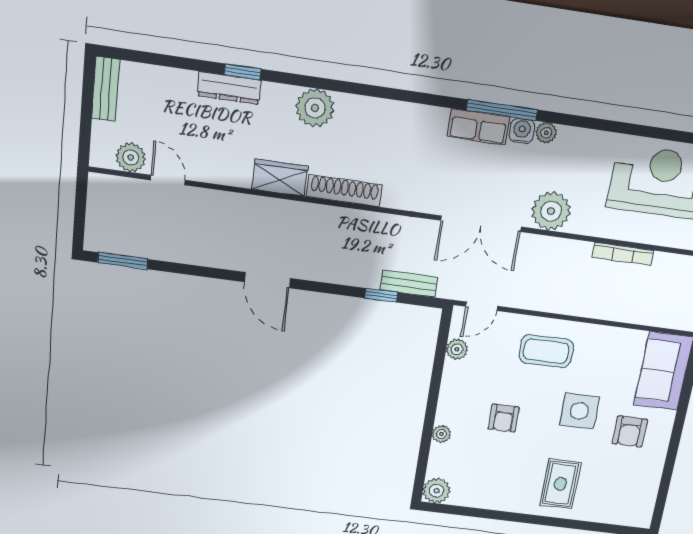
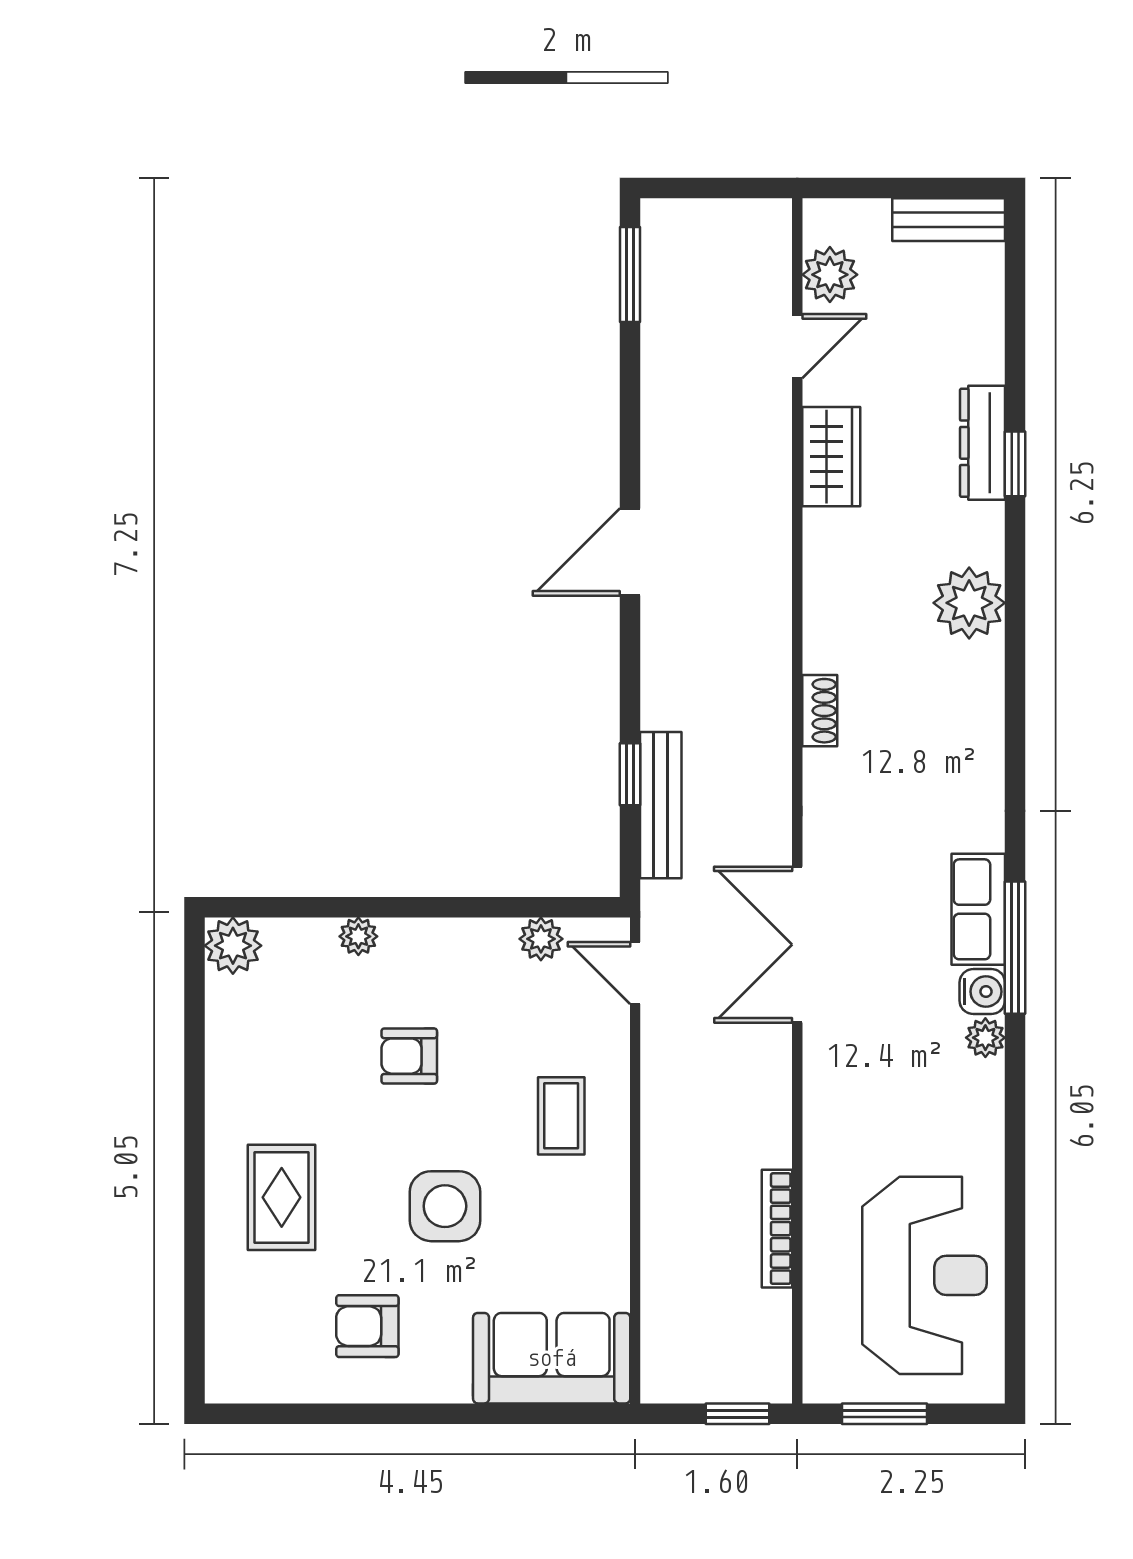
wardrobe: (280, 178) -> (831, 457), moved
shoe rack: (344, 191) -> (820, 711), width x0.51, depth x0.81
plant: (551, 211) -> (840, 1074), removed
bench: (409, 284) -> (661, 805), width x1.36
coffee table: (546, 351) -> (561, 1116), width x0.73, depth x0.77
armchair: (630, 431) -> (367, 1326), moved
rug: (560, 484) -> (282, 1197), turned 90

